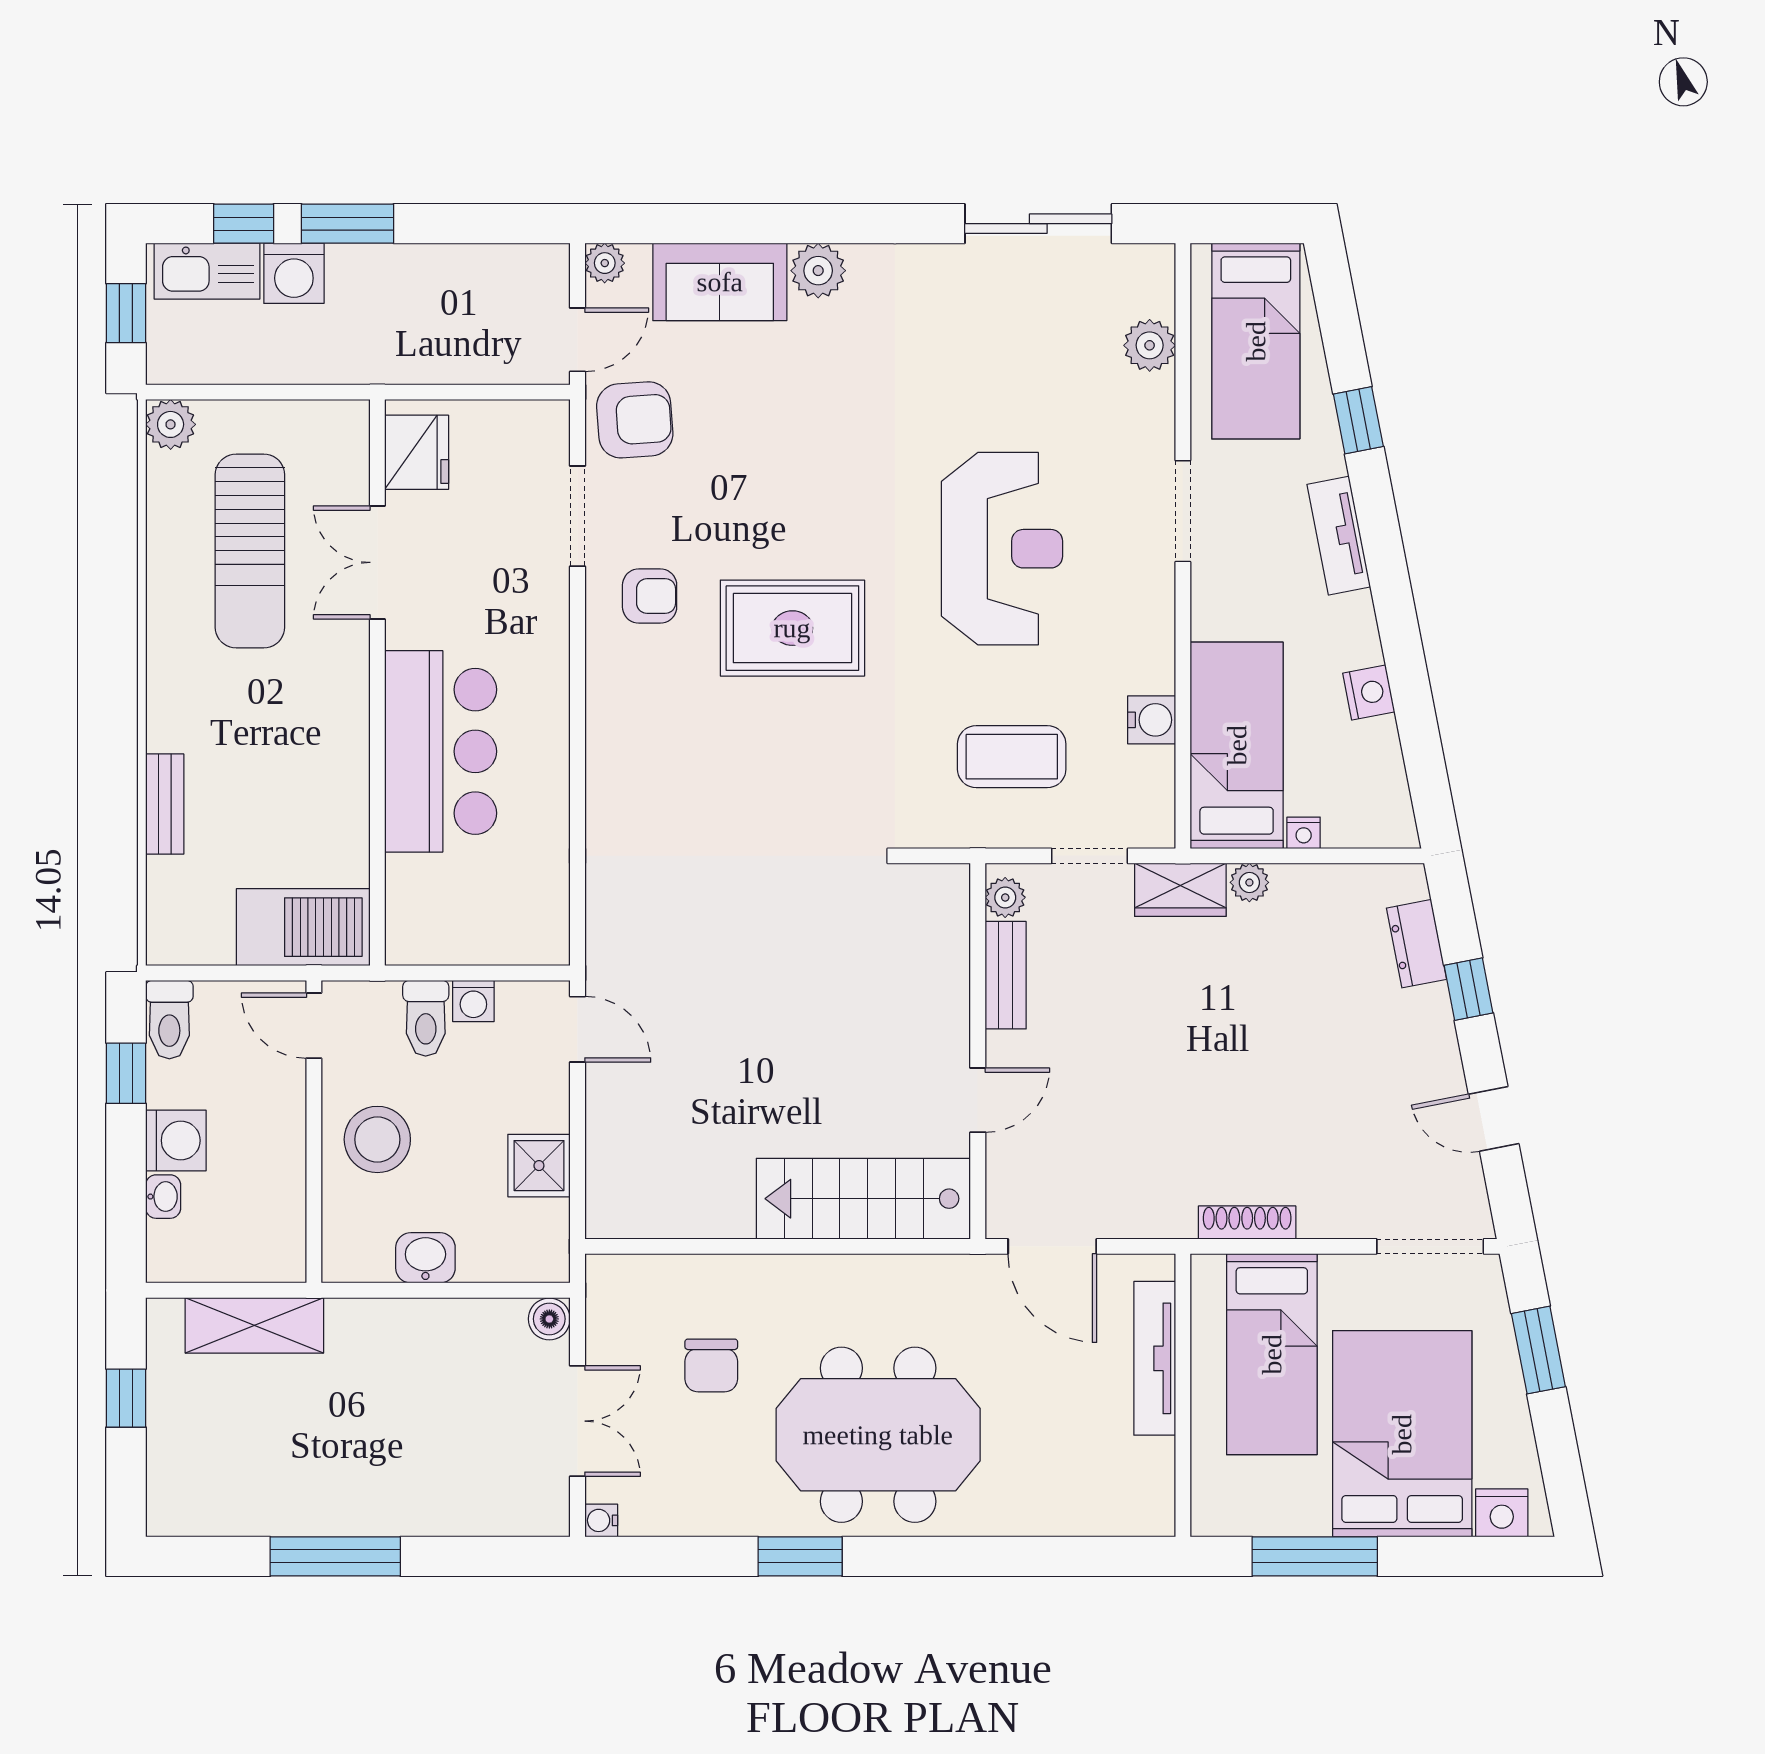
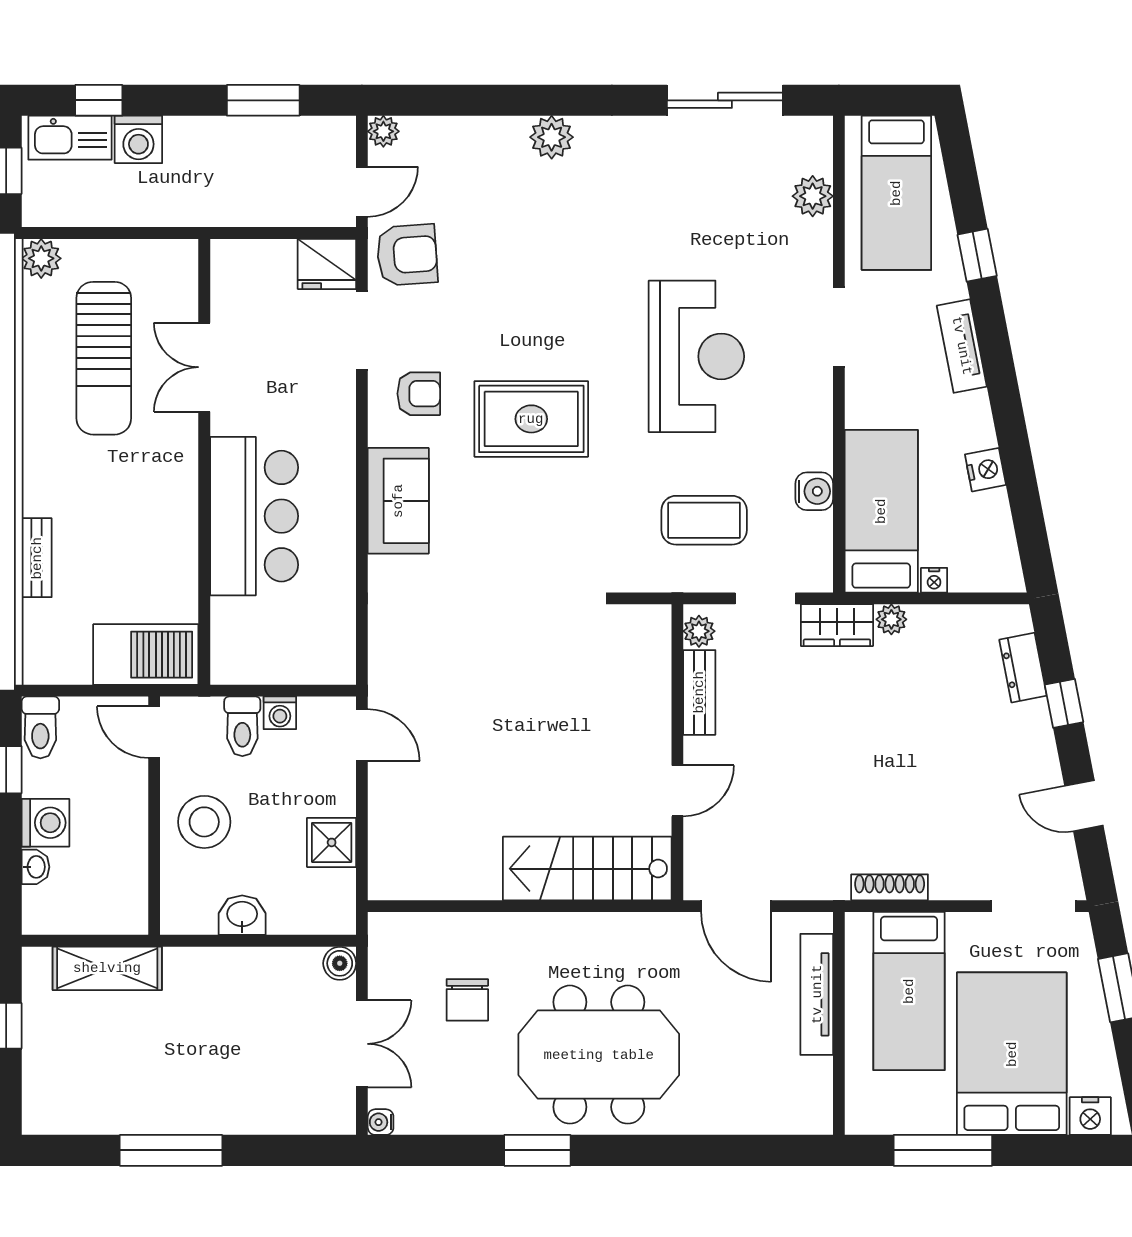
window: (347, 224) -> (263, 100), moved
sofa: (720, 282) -> (398, 501), moved, turned -90
fridge: (417, 452) -> (327, 264), moved, turned 90

